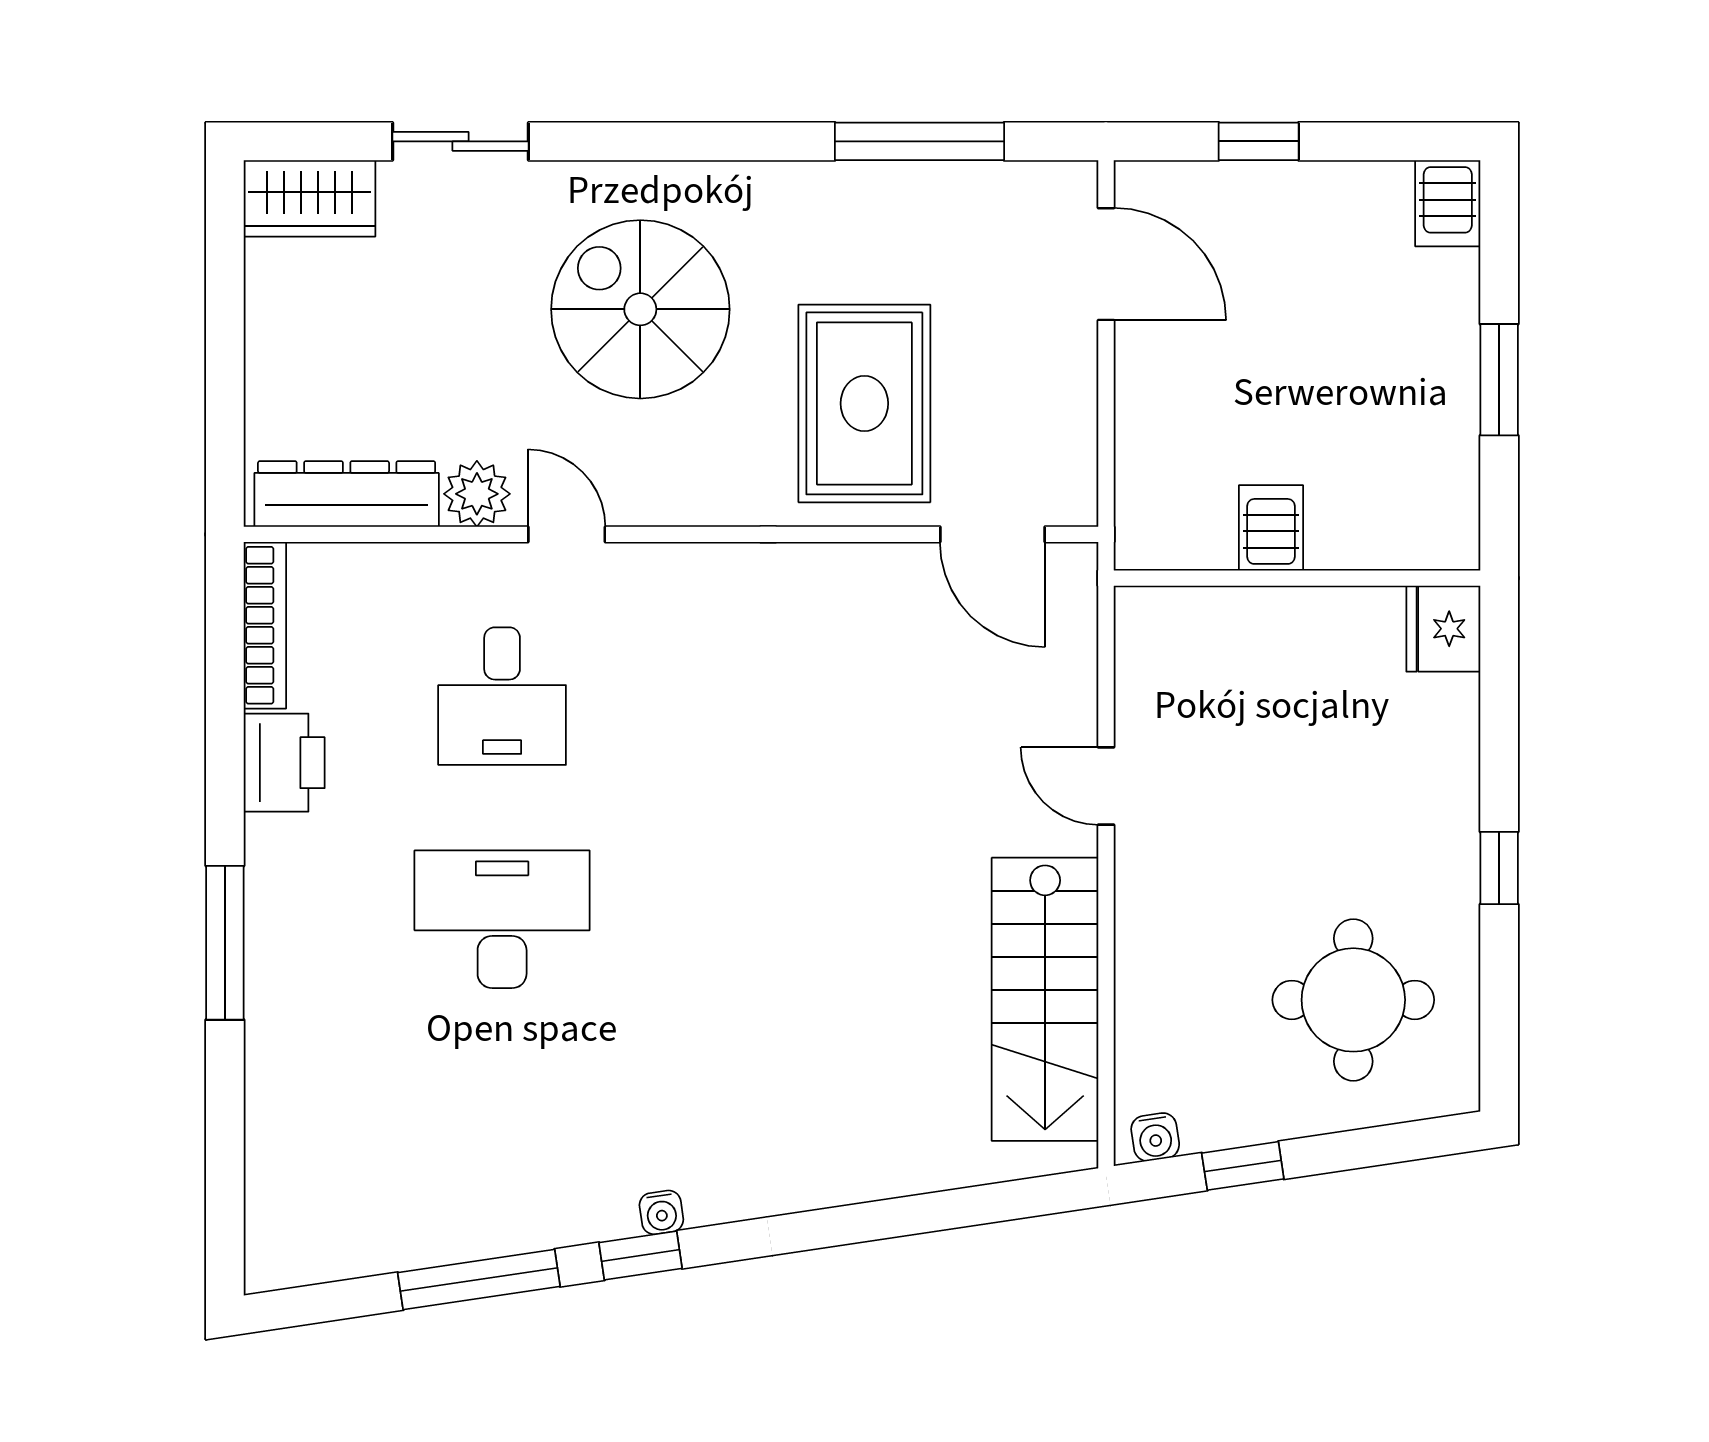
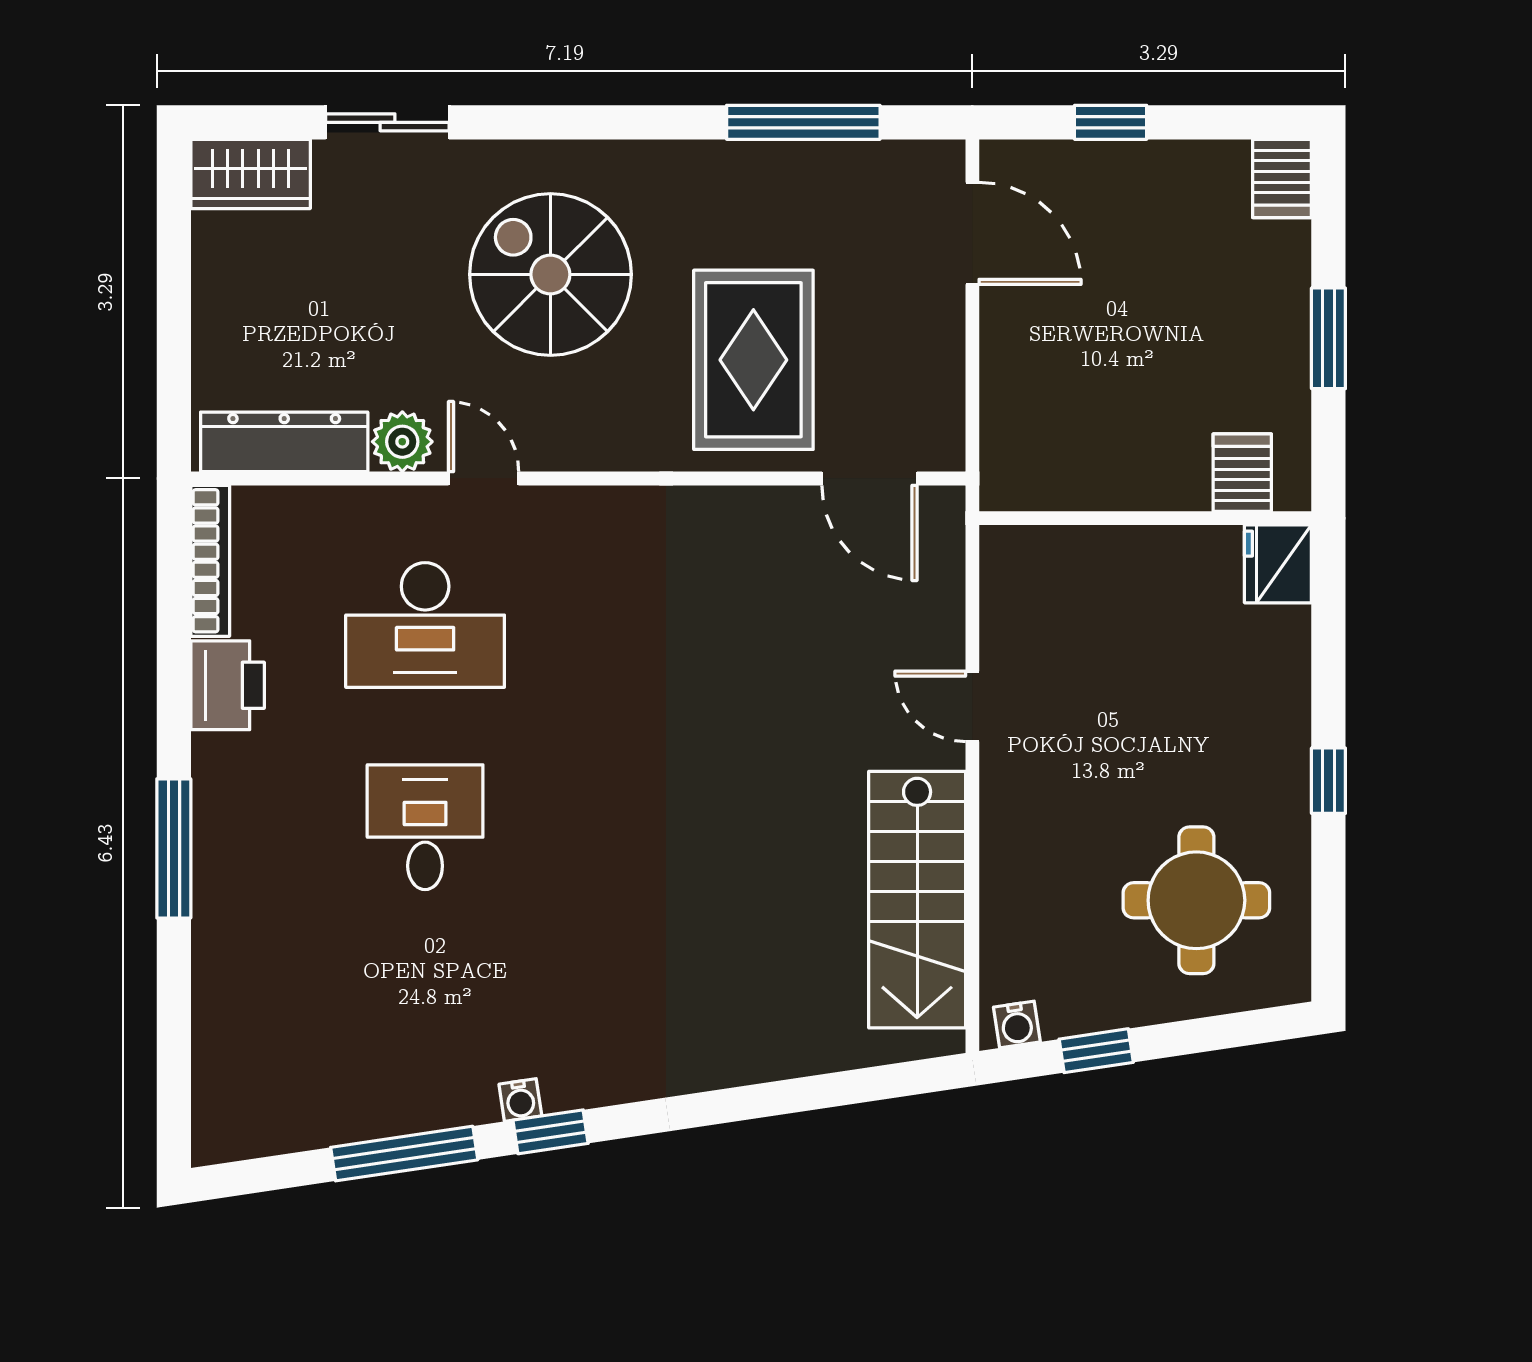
server rack: (1271, 528) -> (1242, 473), moved
desk: (502, 696) -> (425, 625), width x1.37
desk: (502, 919) -> (425, 827), width x0.73
water cooler: (661, 1212) -> (520, 1100), moved

